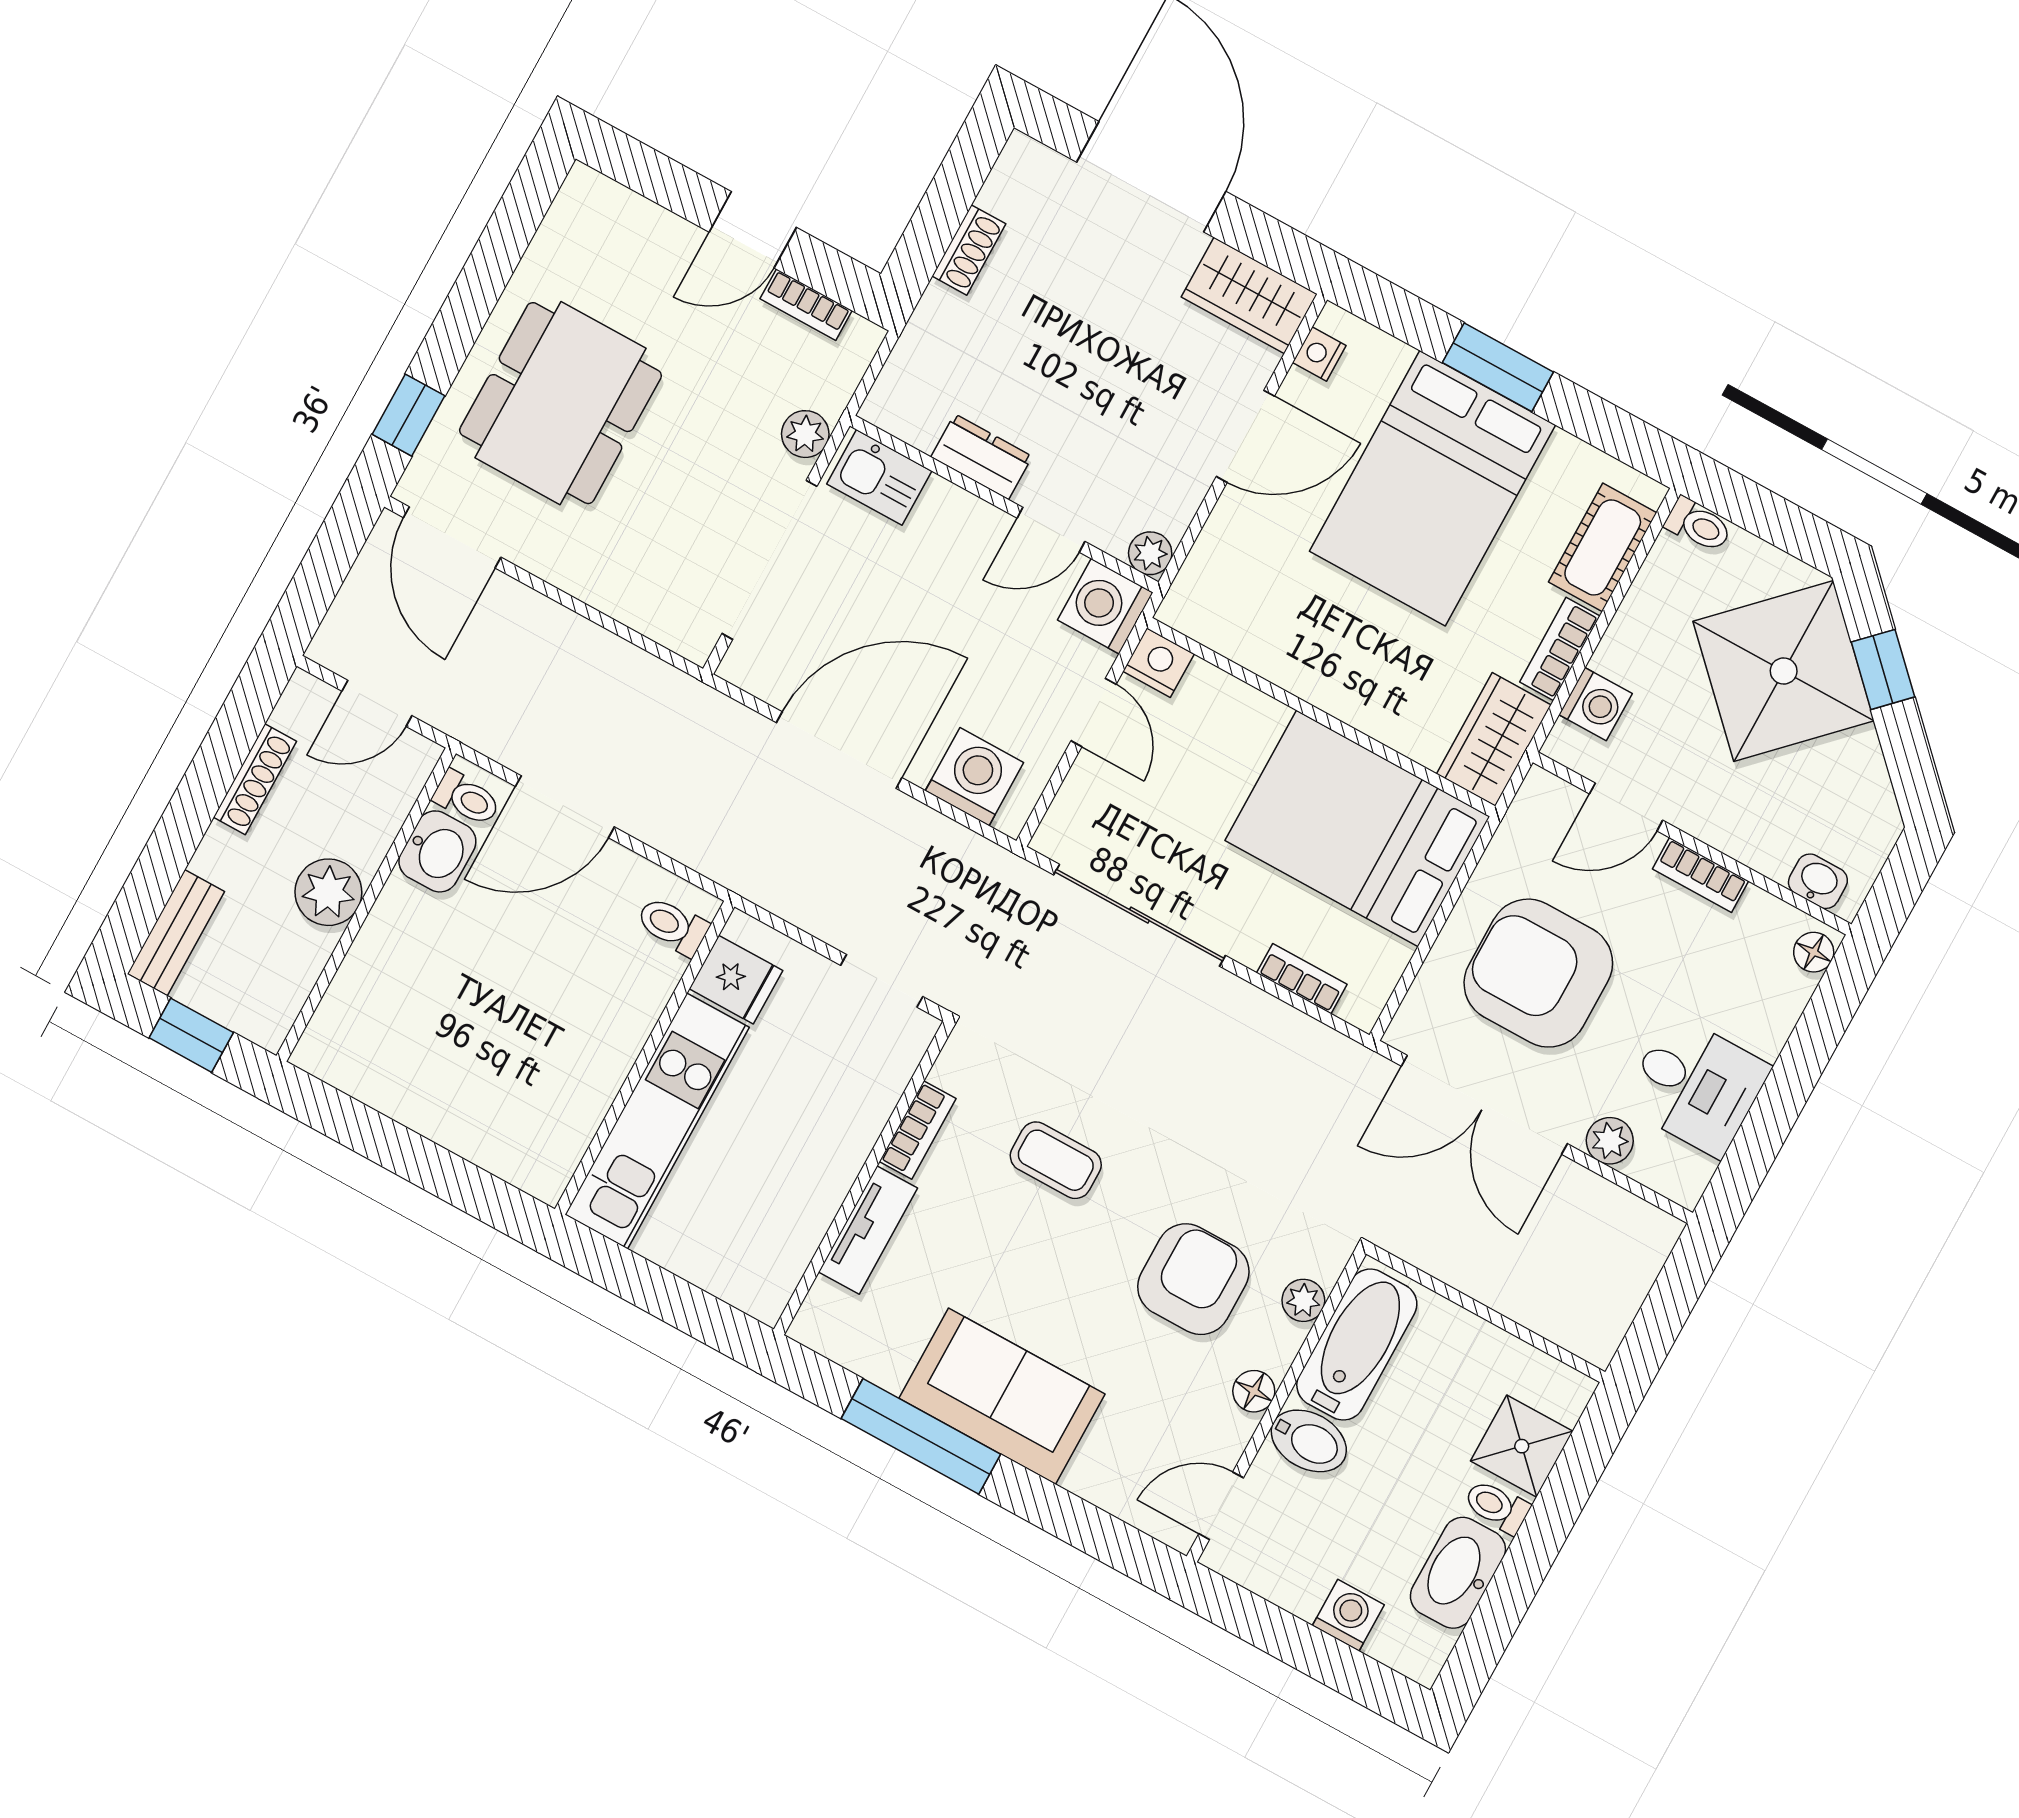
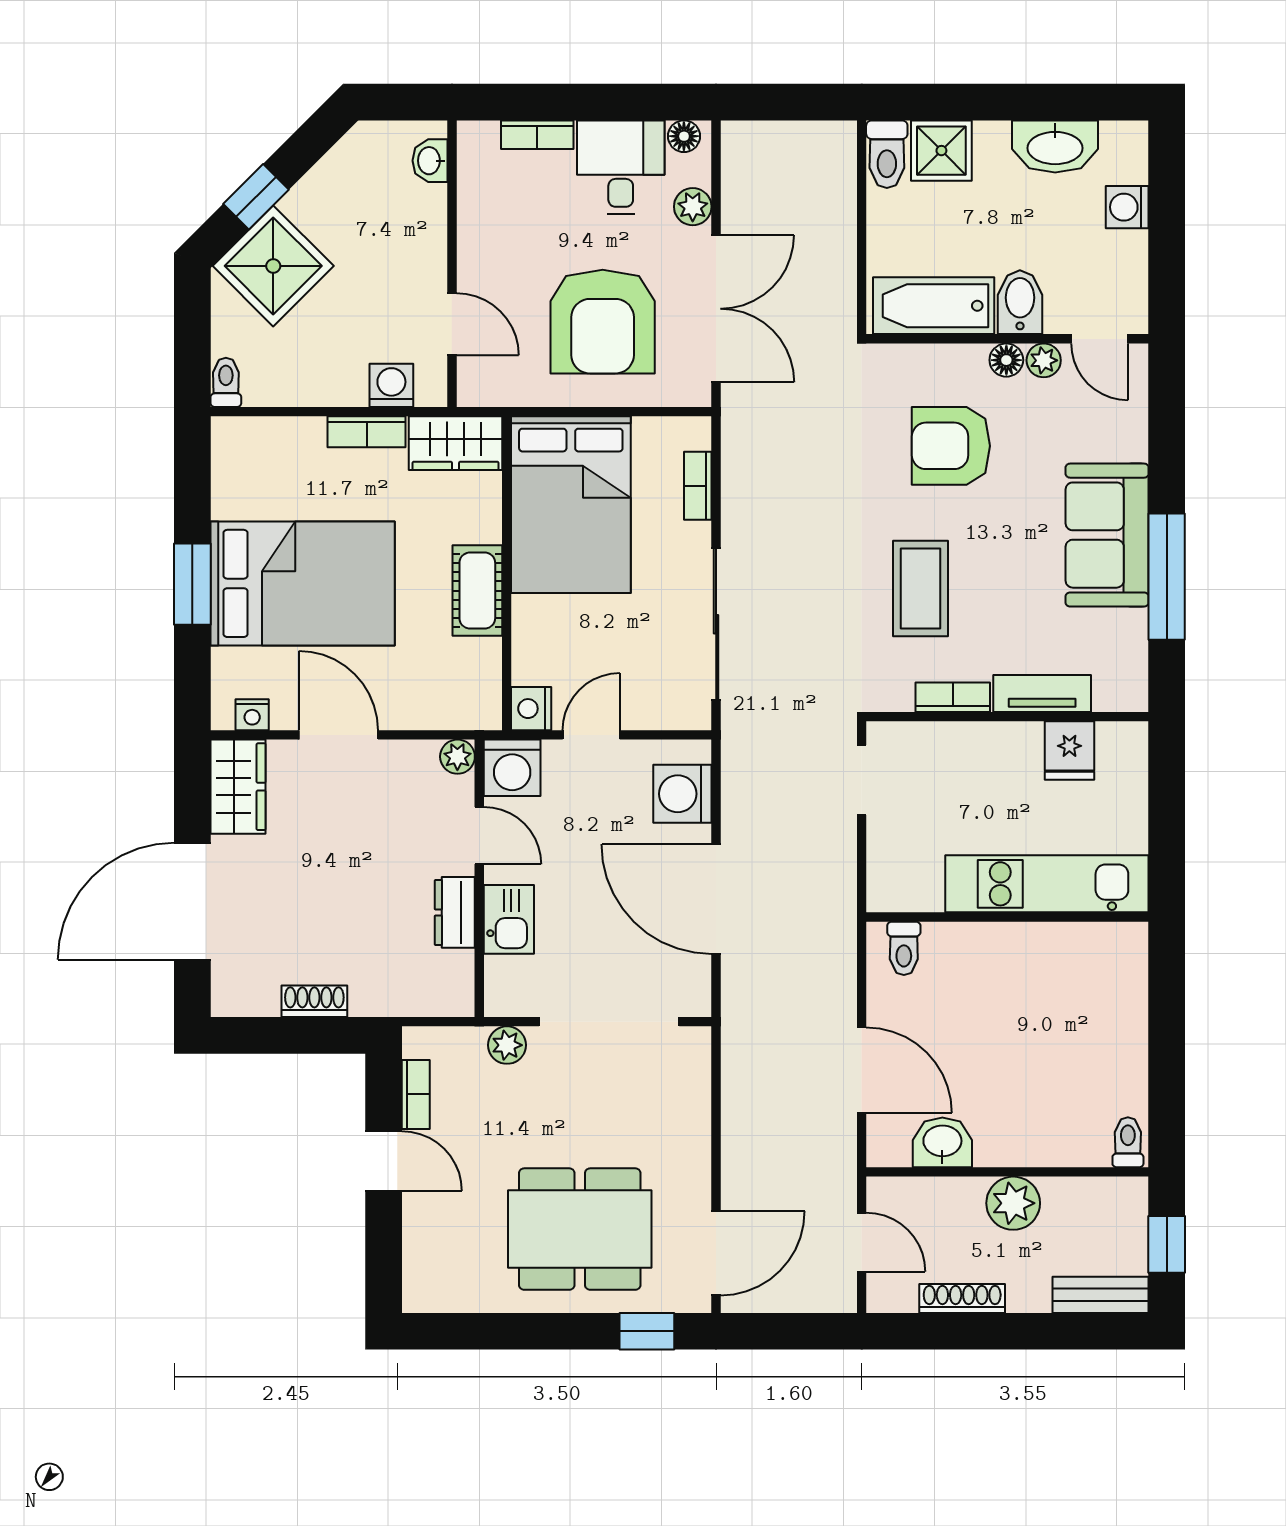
kitchen sink: (879, 477) -> (509, 919), moved
cot: (1603, 547) -> (477, 591), moved, turned 90
shower: (1784, 671) -> (273, 266), width x0.73, depth x0.73
toilet: (467, 798) -> (1128, 1142), moved
bookcase: (1701, 875) -> (537, 135), moved, turned 90
floor lamp: (1814, 952) -> (684, 136), moved
fridge: (736, 980) -> (1069, 751), moved, turned 180
coffee table: (1056, 1160) -> (921, 589), width x1.36, depth x1.30
plant: (1303, 1300) -> (1044, 360), moved
toilet: (1497, 1506) -> (887, 154), moved, width x1.37, depth x1.39

